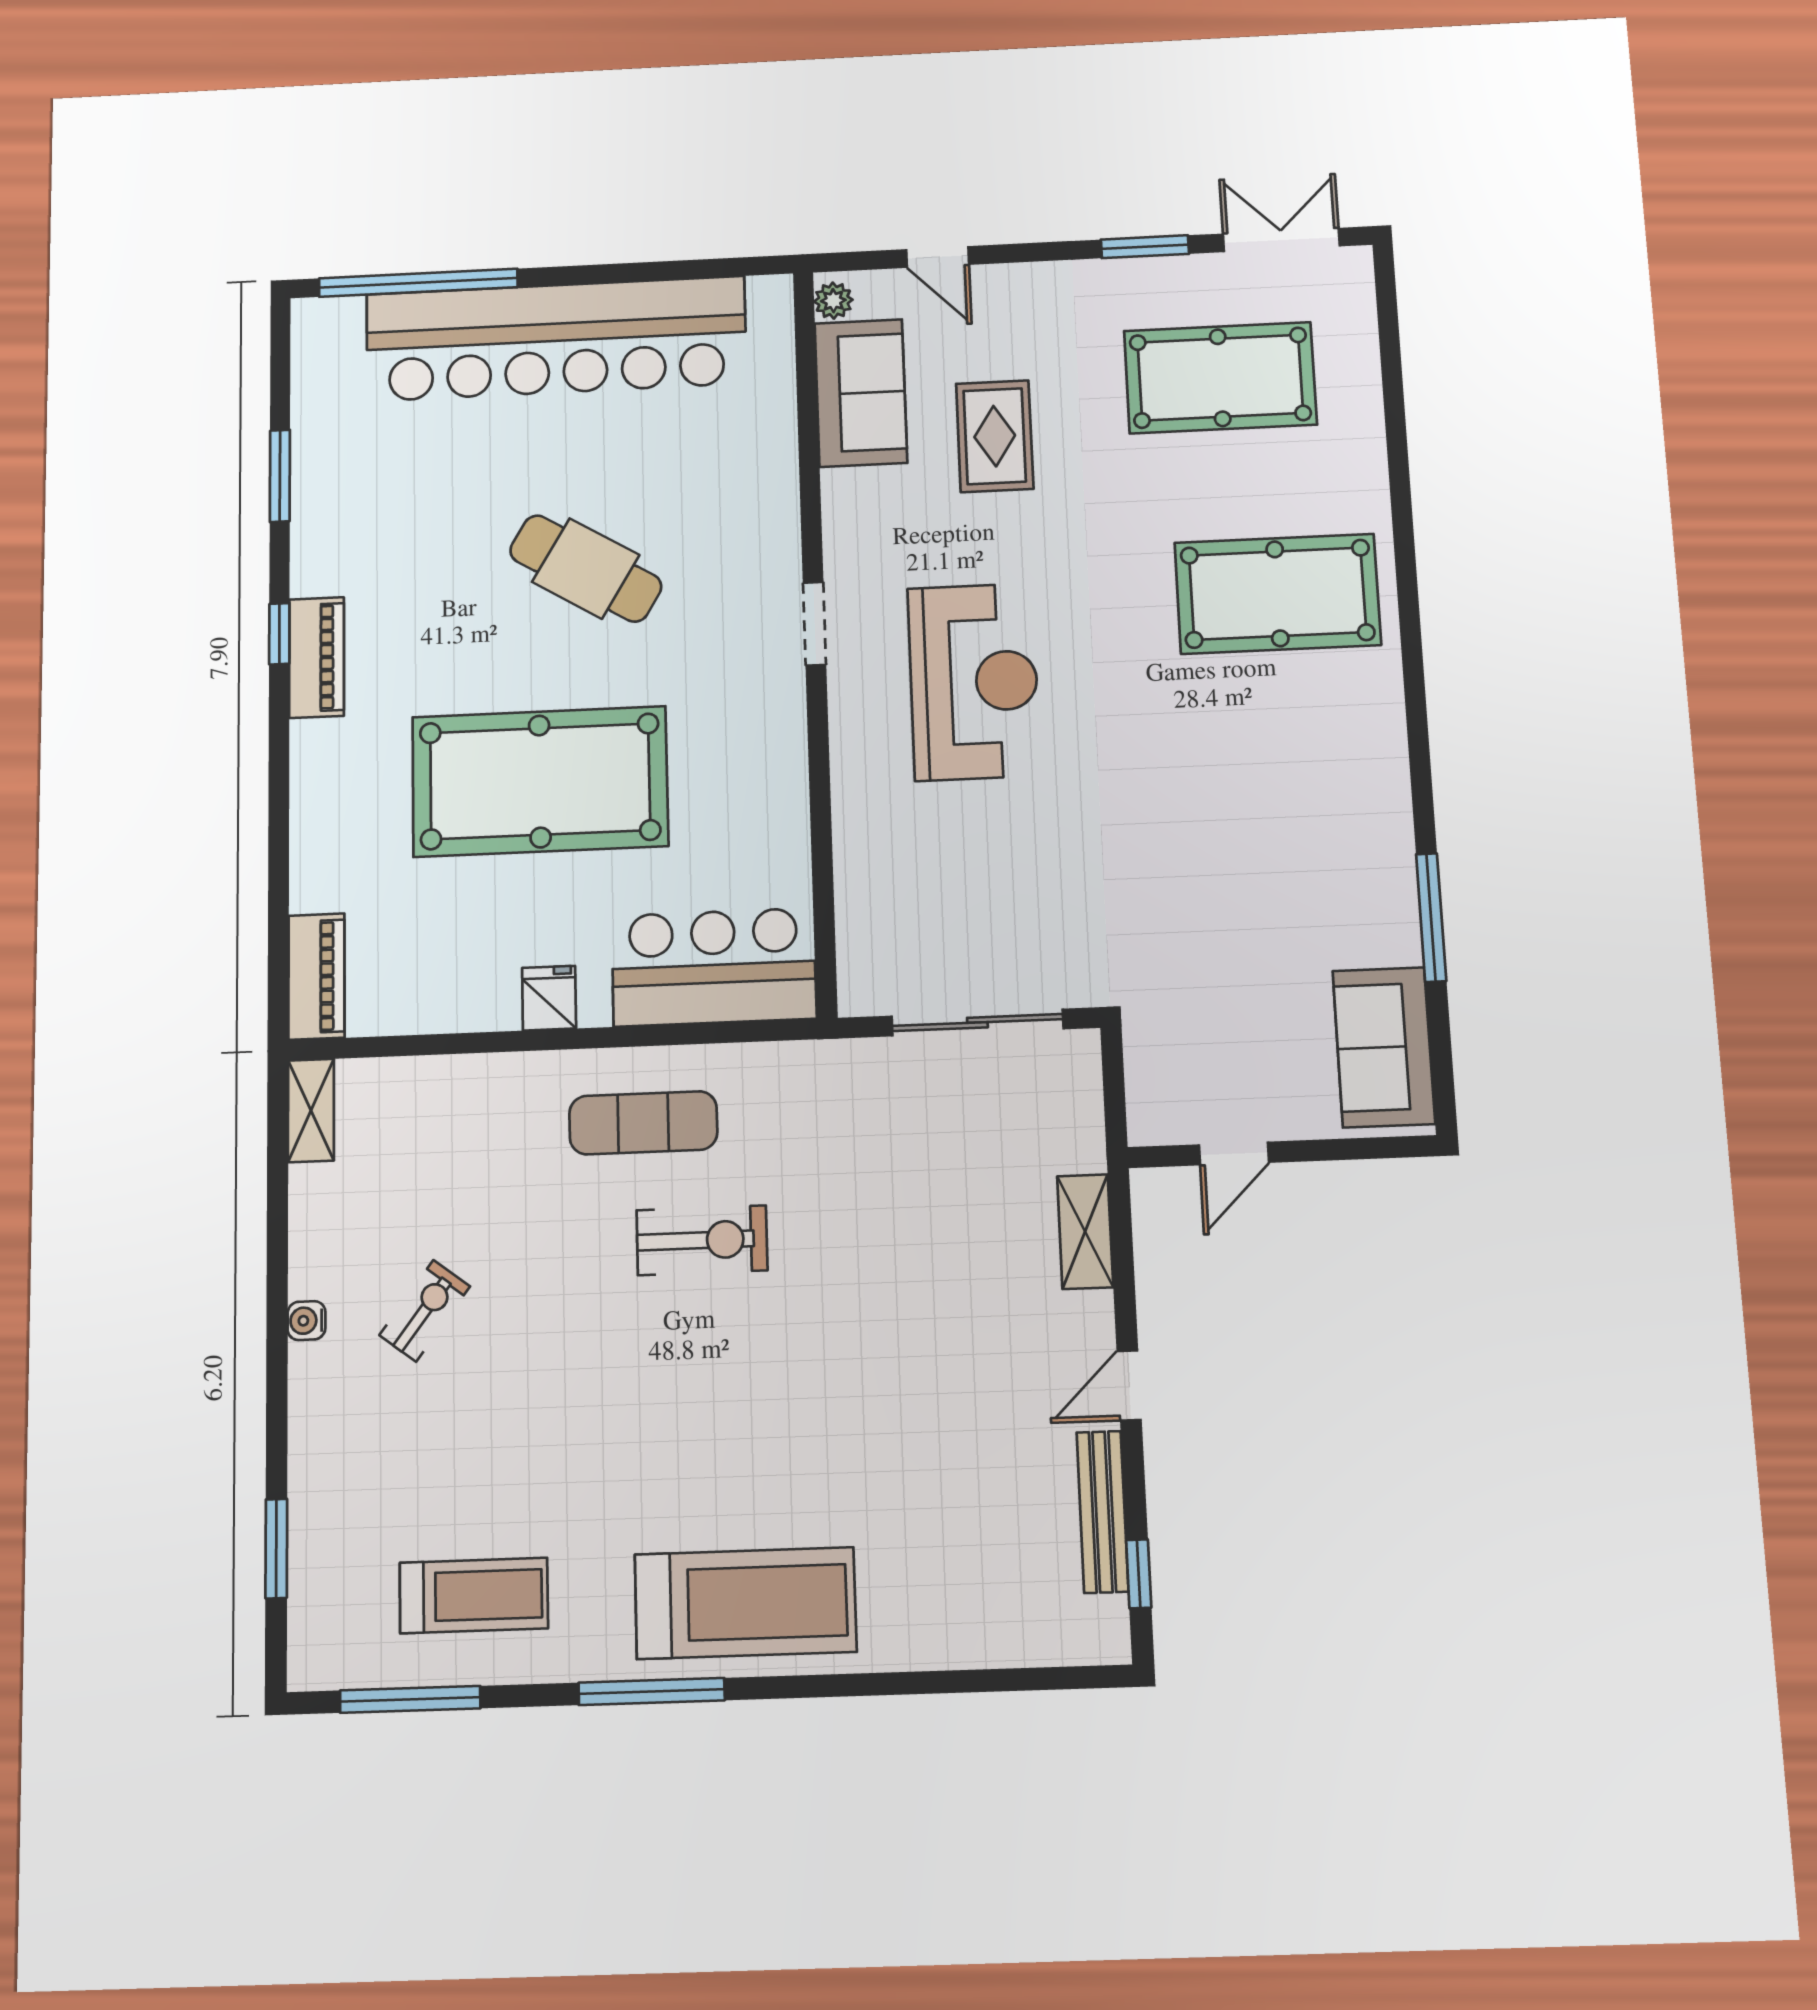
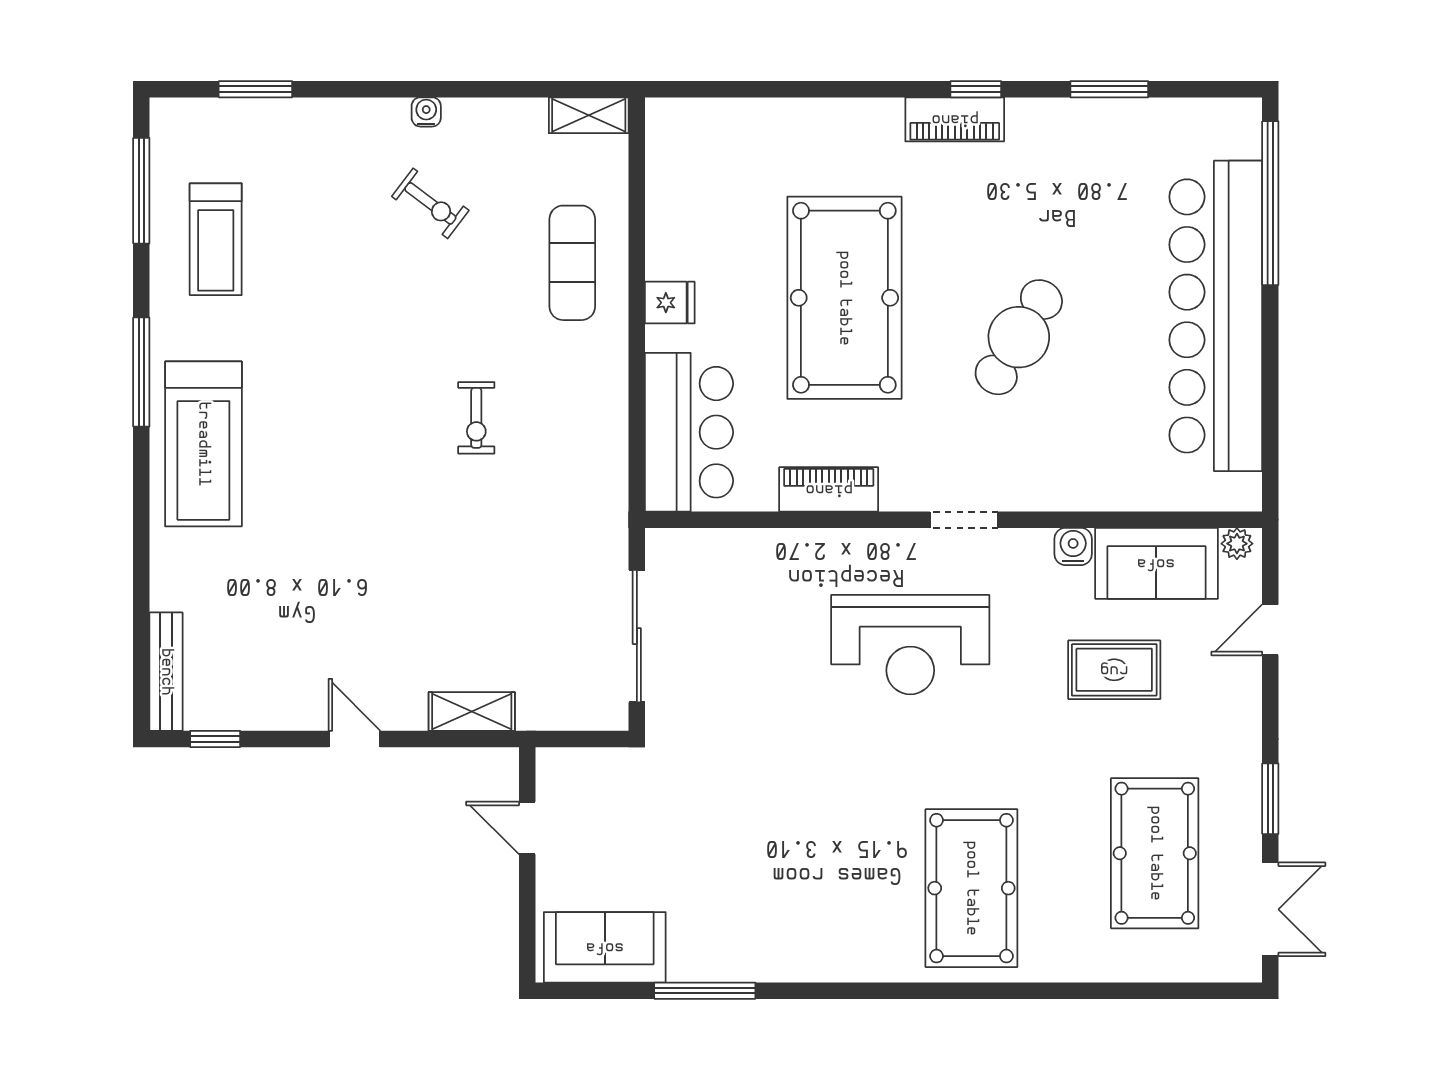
water cooler: (844, 492) -> (1073, 546), added
piano: (316, 976) -> (829, 489), moved, turned 180
exercise mat: (643, 1123) -> (572, 263), moved
exercise bike: (702, 1240) -> (476, 418), width x0.73, depth x0.72
bench: (1102, 1512) -> (166, 672), moved, turned 90

